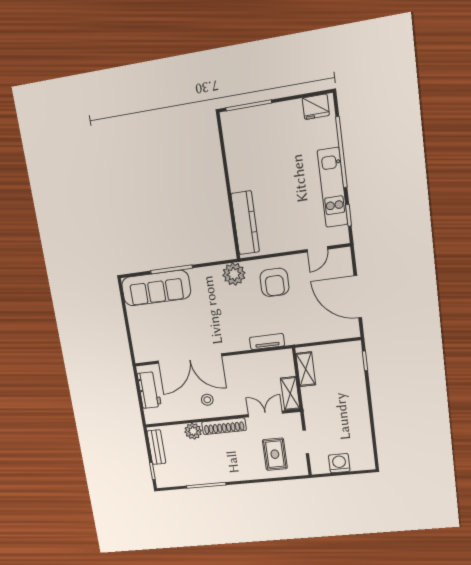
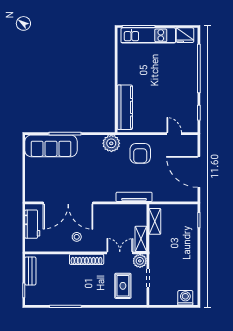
kitchen unit: (333, 187) -> (148, 35), moved, turned -90
door: (317, 249) -> (174, 134), swing flipped
tv unit: (267, 342) -> (134, 197), width x1.41
plant: (193, 431) -> (140, 261), moved
washing machine: (339, 463) -> (185, 298), moved

